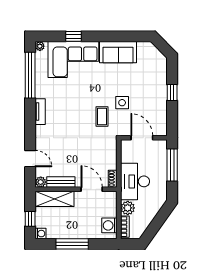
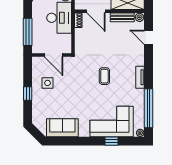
sofa: (118, 52) -> (62, 128), moved
side table: (122, 103) -> (48, 83), moved
coffee table: (102, 117) -> (104, 76), moved

